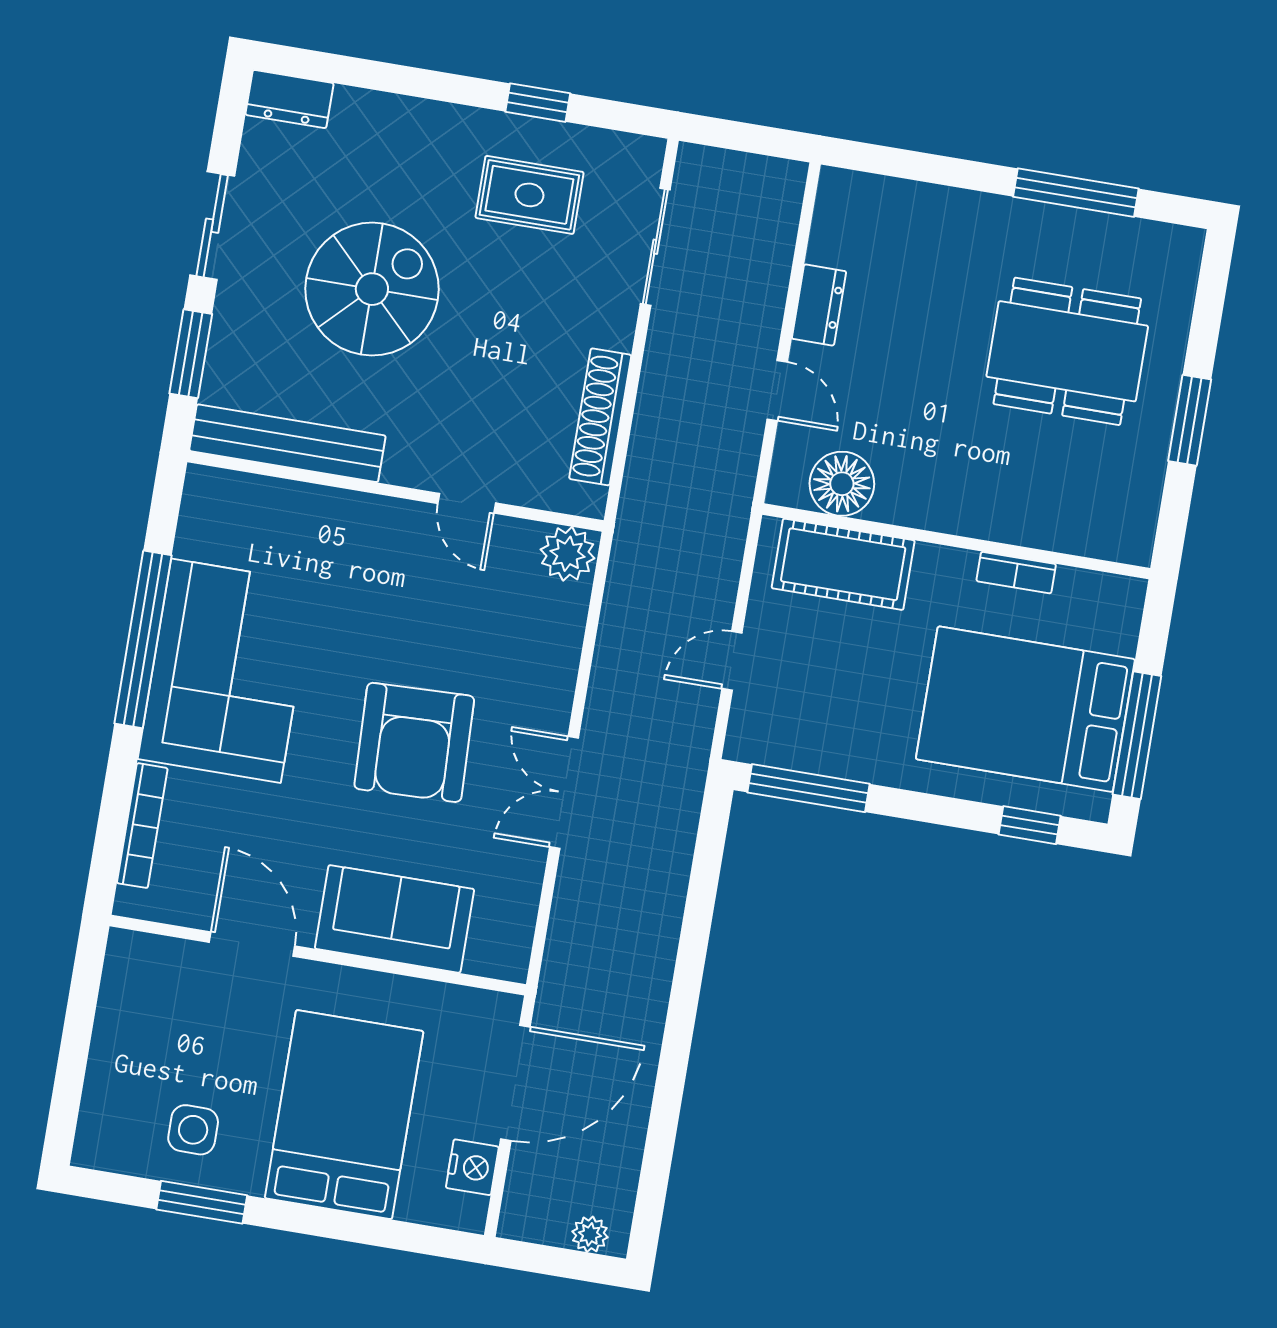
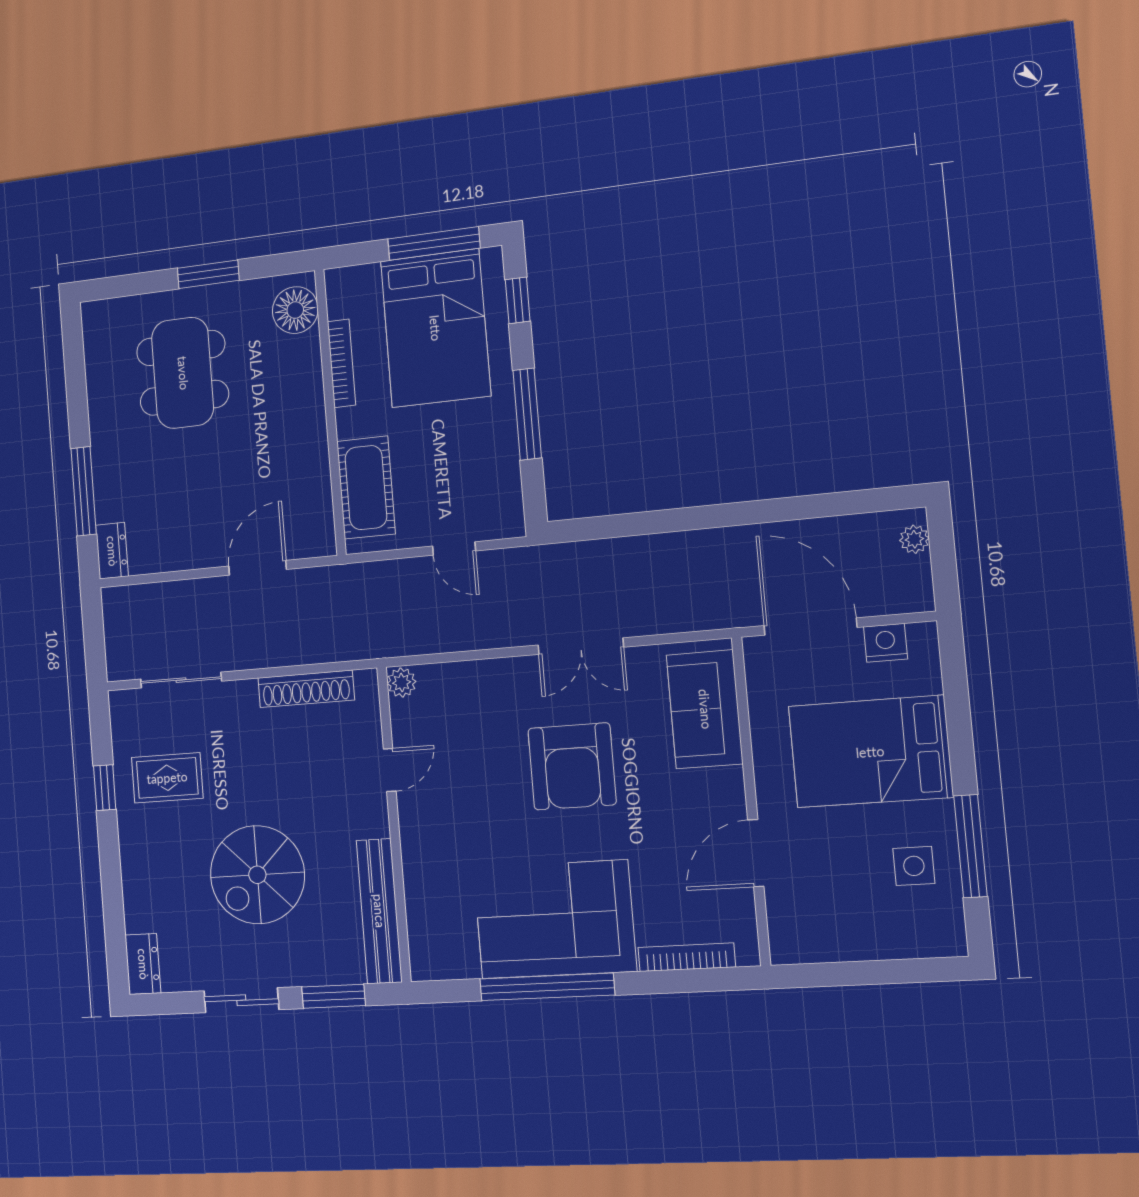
window: (1076, 193) -> (84, 491), moved
rug: (529, 195) -> (167, 778), turned 90
spiral stairs: (372, 289) -> (257, 875), turned -90
dresser: (819, 305) -> (112, 551), moved, turned 90
door: (777, 390) -> (258, 568), width x1.38
floor lamp: (842, 484) -> (295, 310), moved
plant: (568, 554) -> (402, 683), width x0.73, depth x0.73
bookcase: (1016, 573) -> (341, 363), width x1.56
armchair: (414, 742) -> (572, 766), turned 92
window: (809, 788) -> (527, 414), moved
sofa: (394, 919) -> (705, 709), moved
window: (202, 1202) -> (971, 846), width x1.44

